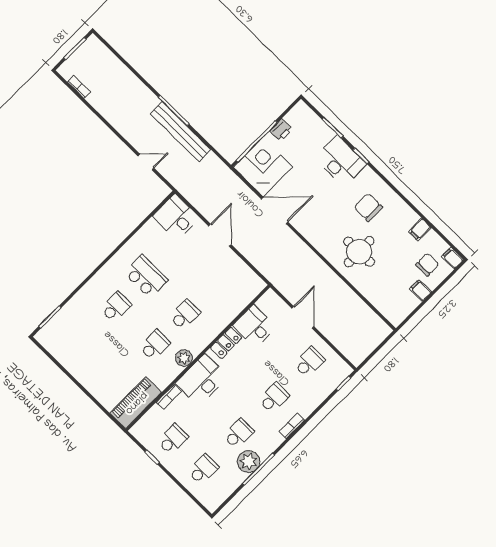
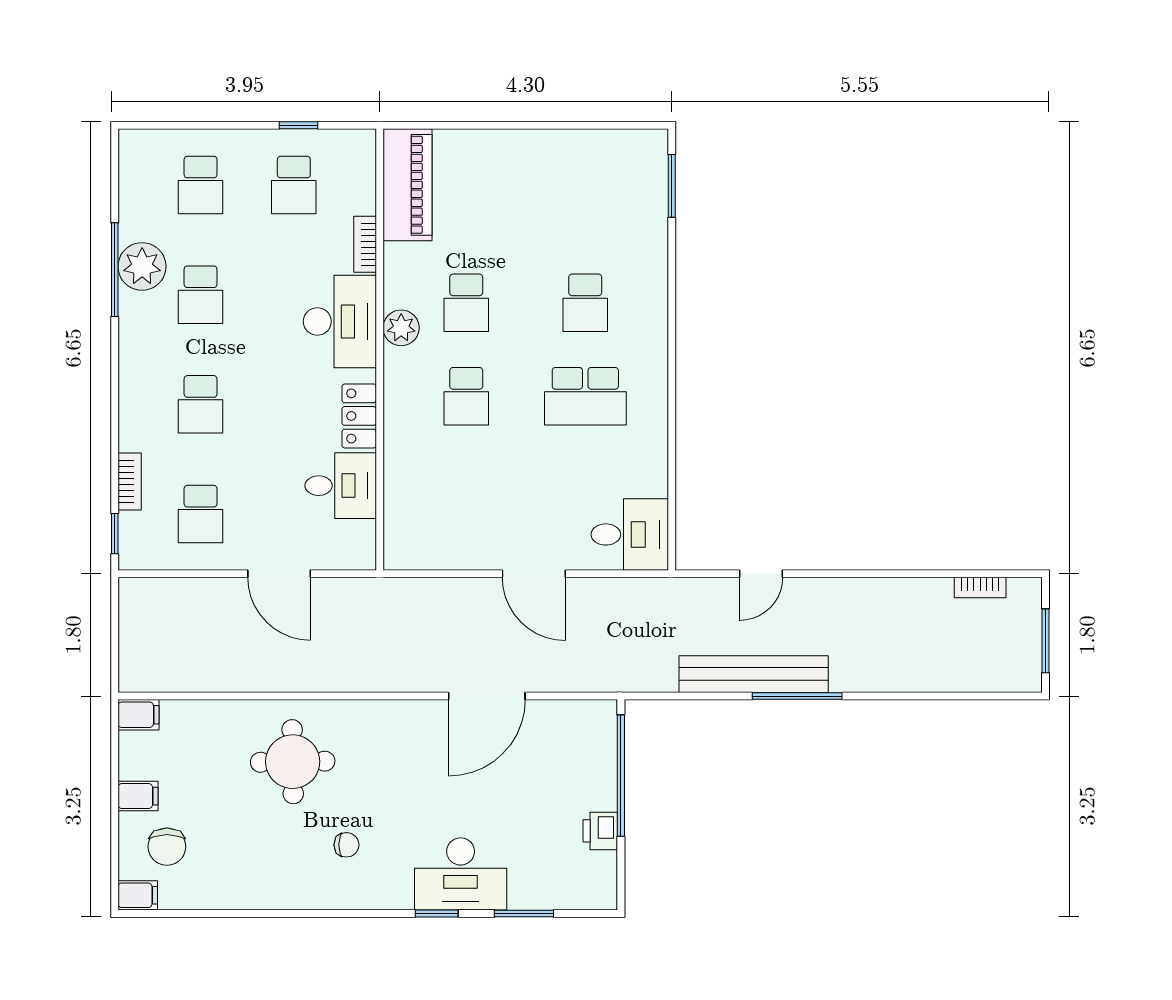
corner desk: (263, 167) -> (572, 745), removed
chair: (368, 207) -> (346, 845), width x0.54, depth x0.54
filing cabinet: (420, 229) -> (139, 715), moved, turned 90
bookcase: (292, 426) -> (130, 482), moved

